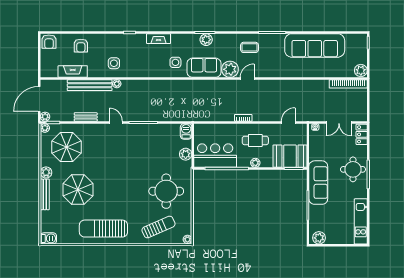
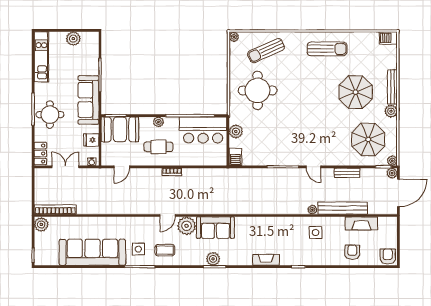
side table: (175, 62) -> (138, 249), moved
fridge: (316, 147) -> (91, 140), added
sun lounger: (103, 229) -> (327, 49), width x0.73, depth x0.75
plant: (319, 238) -> (73, 39), moved

